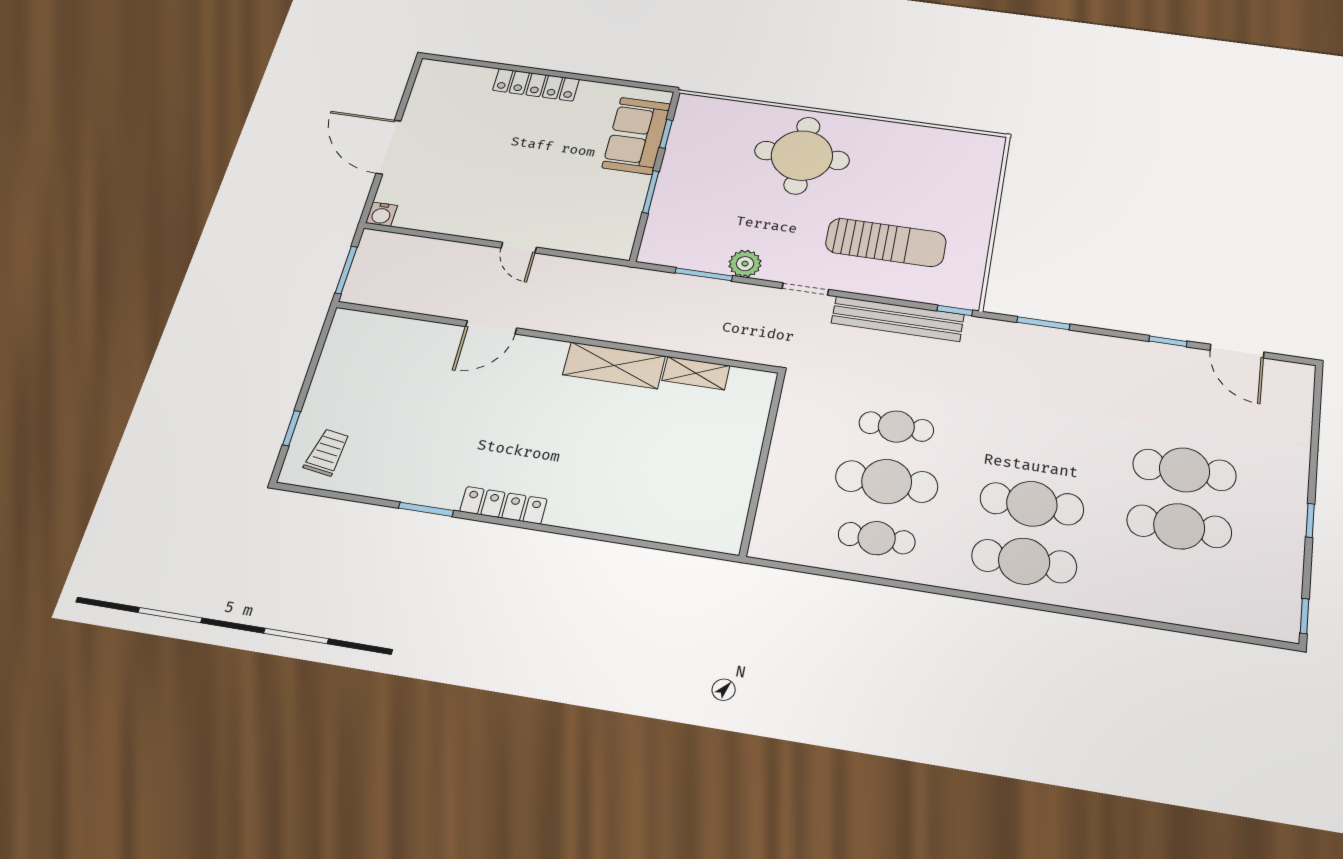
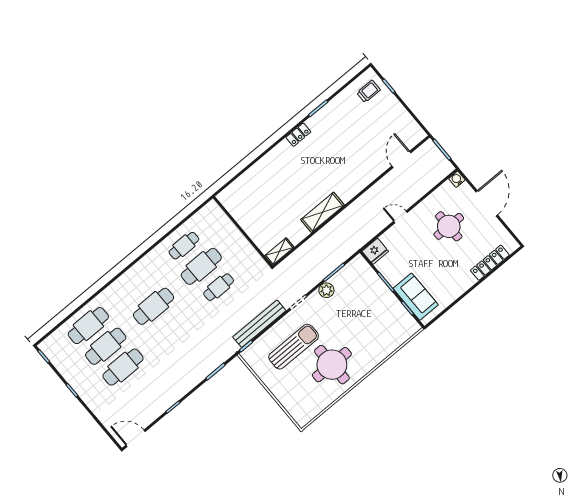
locker: (536, 85) -> (490, 263), moved
door: (389, 147) -> (487, 203), hinge flipped
round table: (802, 155) -> (332, 365), moved
round table: (475, 171) -> (449, 226), added
fridge: (612, 242) -> (375, 251), added
sun lounger: (886, 242) -> (294, 347), turned 180
door: (491, 327) -> (401, 159), moved
door: (1237, 351) -> (136, 438), moved
shelving: (696, 373) -> (279, 251), moved
trolley: (327, 452) -> (369, 91), turned -99
locker: (503, 505) -> (298, 135), width x0.66
cafe table: (1024, 561) -> (88, 326), moved

